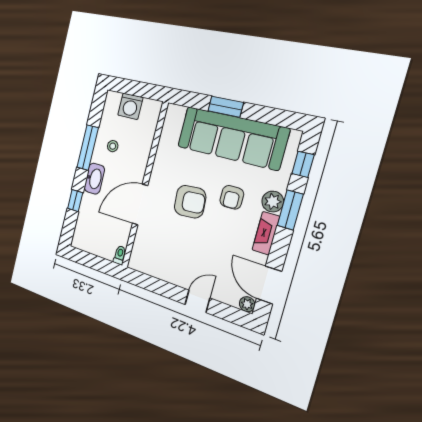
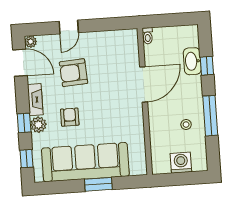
washbasin: (94, 179) -> (192, 61), moved
armchair: (190, 202) -> (74, 73), moved
window: (290, 210) -> (24, 123), width x0.67

